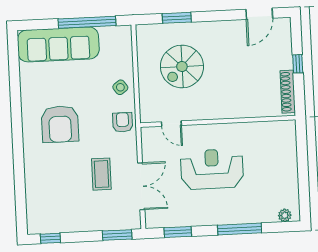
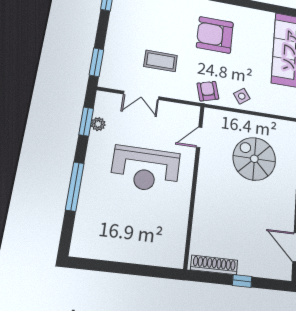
armchair: (123, 122) -> (208, 91), turned -106
reception desk: (212, 169) -> (146, 169), turned 90
double door: (141, 186) -> (141, 95), width x0.73
plant: (285, 215) -> (98, 124), moved

